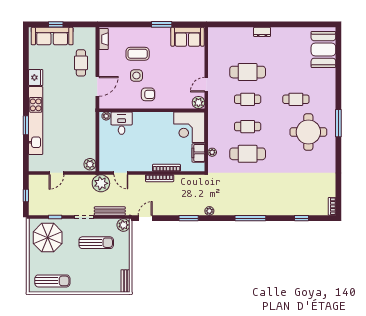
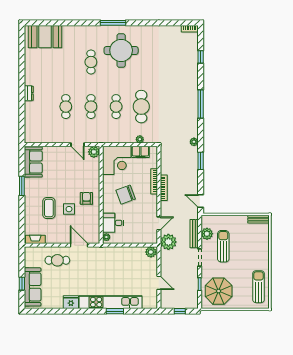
cafe table: (248, 72) -> (66, 107), width x0.73, depth x0.74
chair: (152, 137) -> (126, 195), added
plant: (123, 225) -> (207, 234), moved

